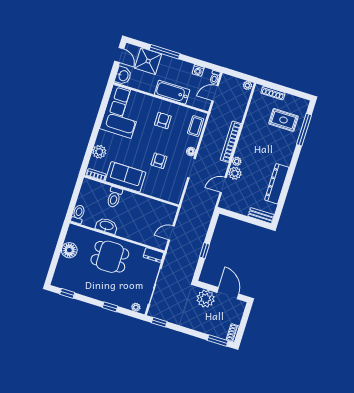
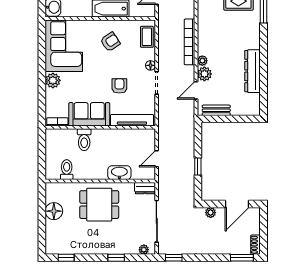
armchair: (163, 120) -> (110, 42), turned 57
plant: (99, 152) -> (53, 80), moved
tv unit: (160, 193) -> (132, 120), added
toilet: (78, 214) -> (67, 170), moved
bench: (261, 216) -> (216, 110), moved
washbasin: (107, 226) -> (119, 173), moved
door: (228, 293) -> (237, 204), swing flipped
plant: (206, 299) -> (211, 213), width x0.53, depth x0.53

